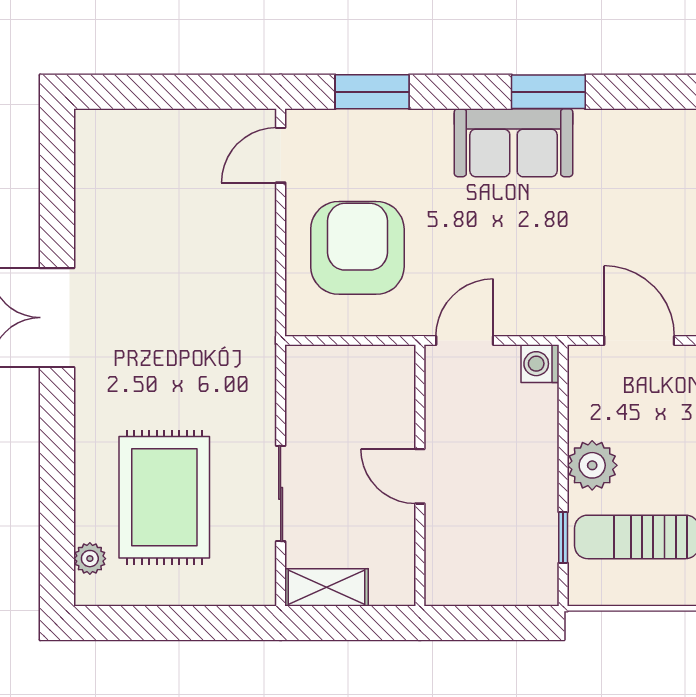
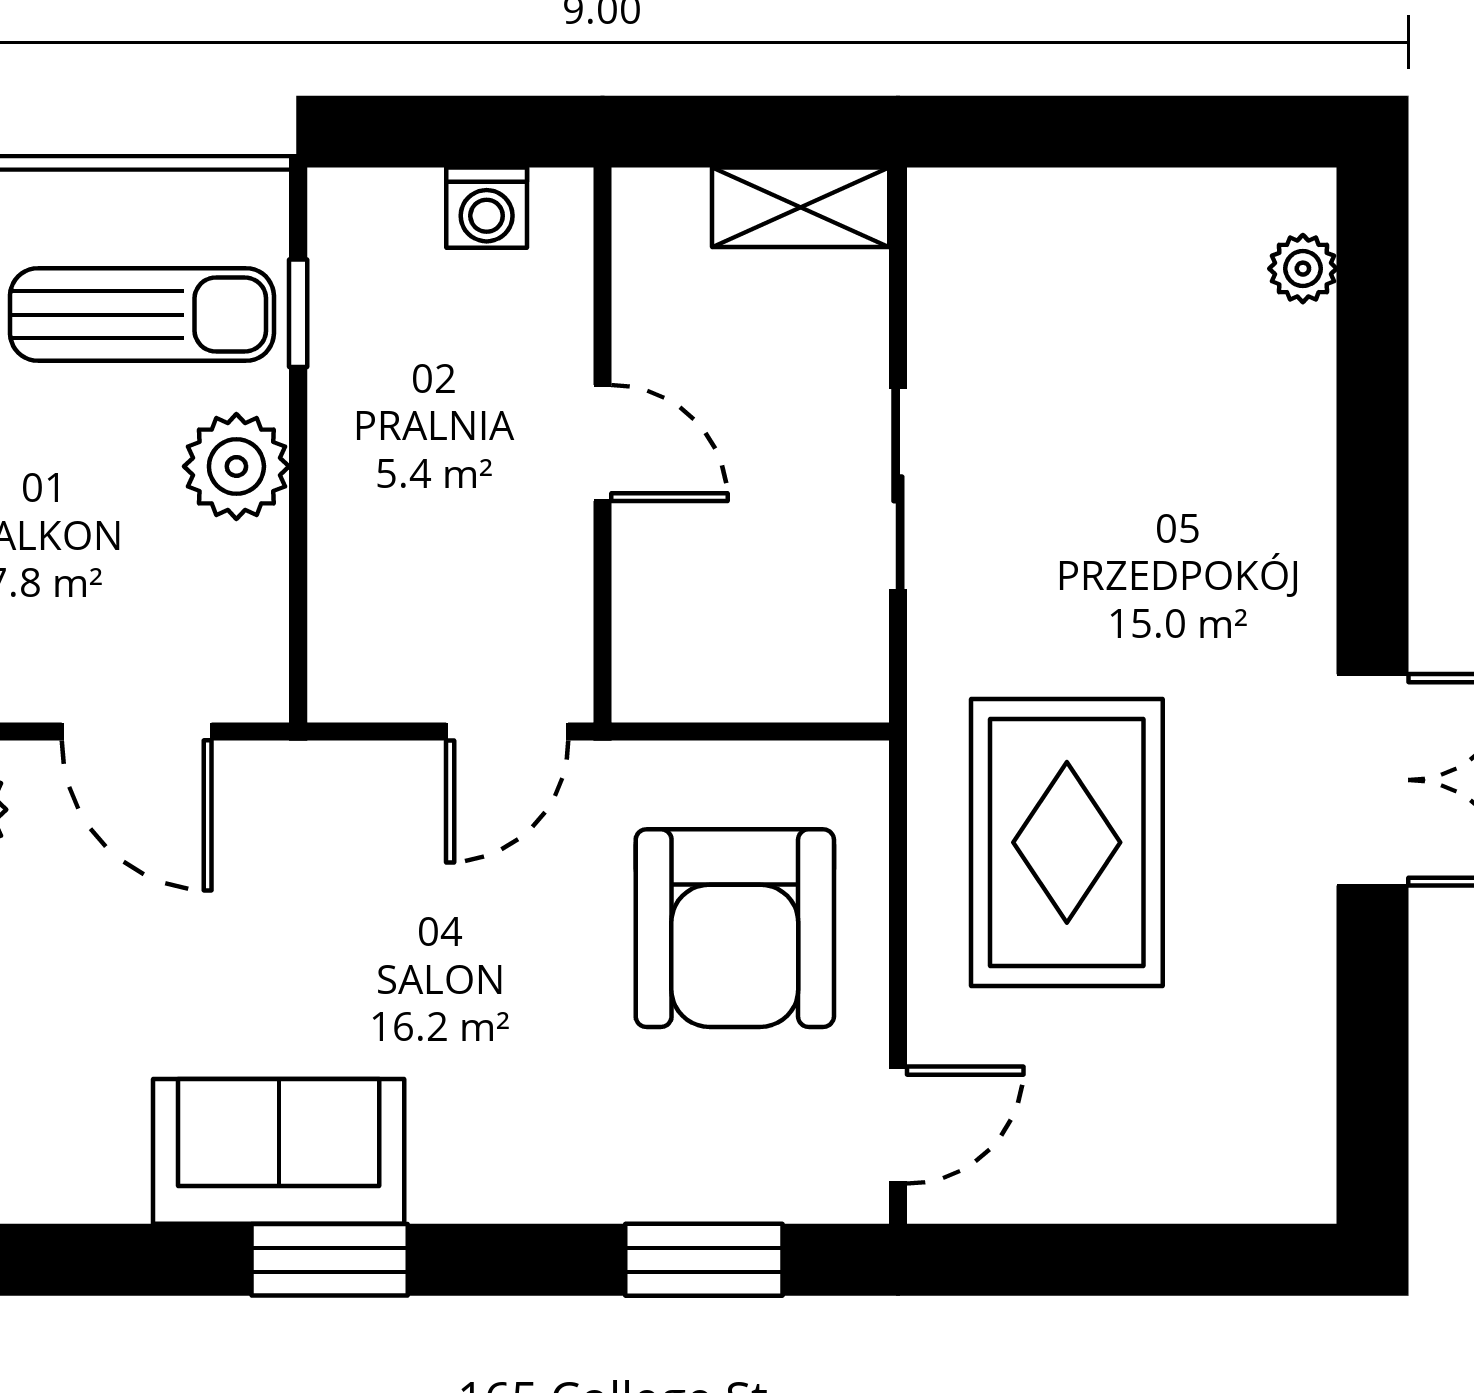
sofa: (514, 143) -> (279, 1151), moved
washing machine: (540, 364) -> (487, 208), moved, turned 90
sliding door: (281, 493) -> (898, 489), moved
rug: (164, 497) -> (1067, 842), moved

